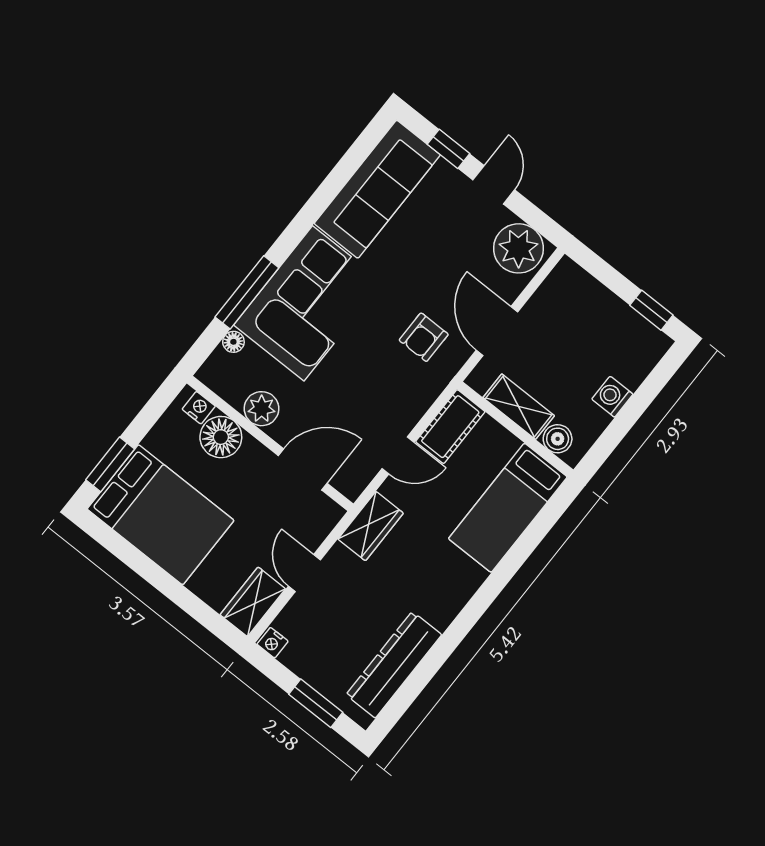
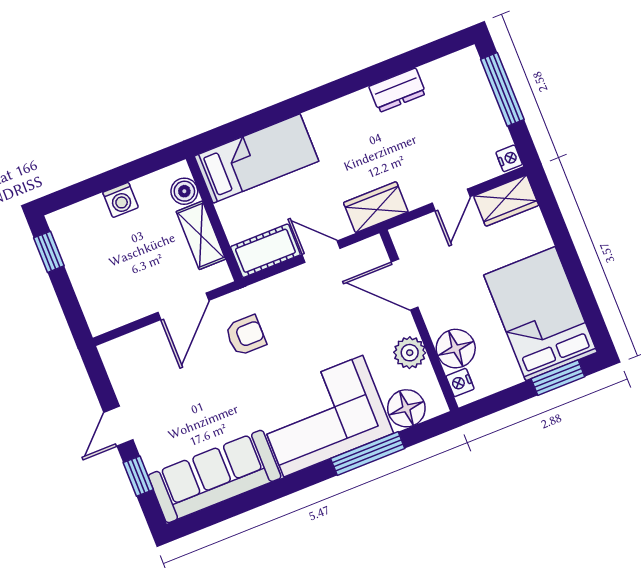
plant: (518, 248) -> (128, 363), removed
floor lamp: (233, 342) -> (406, 408), width x1.89, depth x1.89
dresser: (394, 665) -> (397, 90), width x0.51, depth x0.80
window: (316, 703) -> (502, 89), width x1.44

